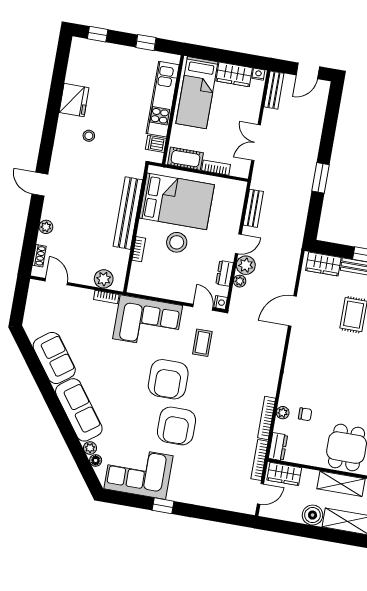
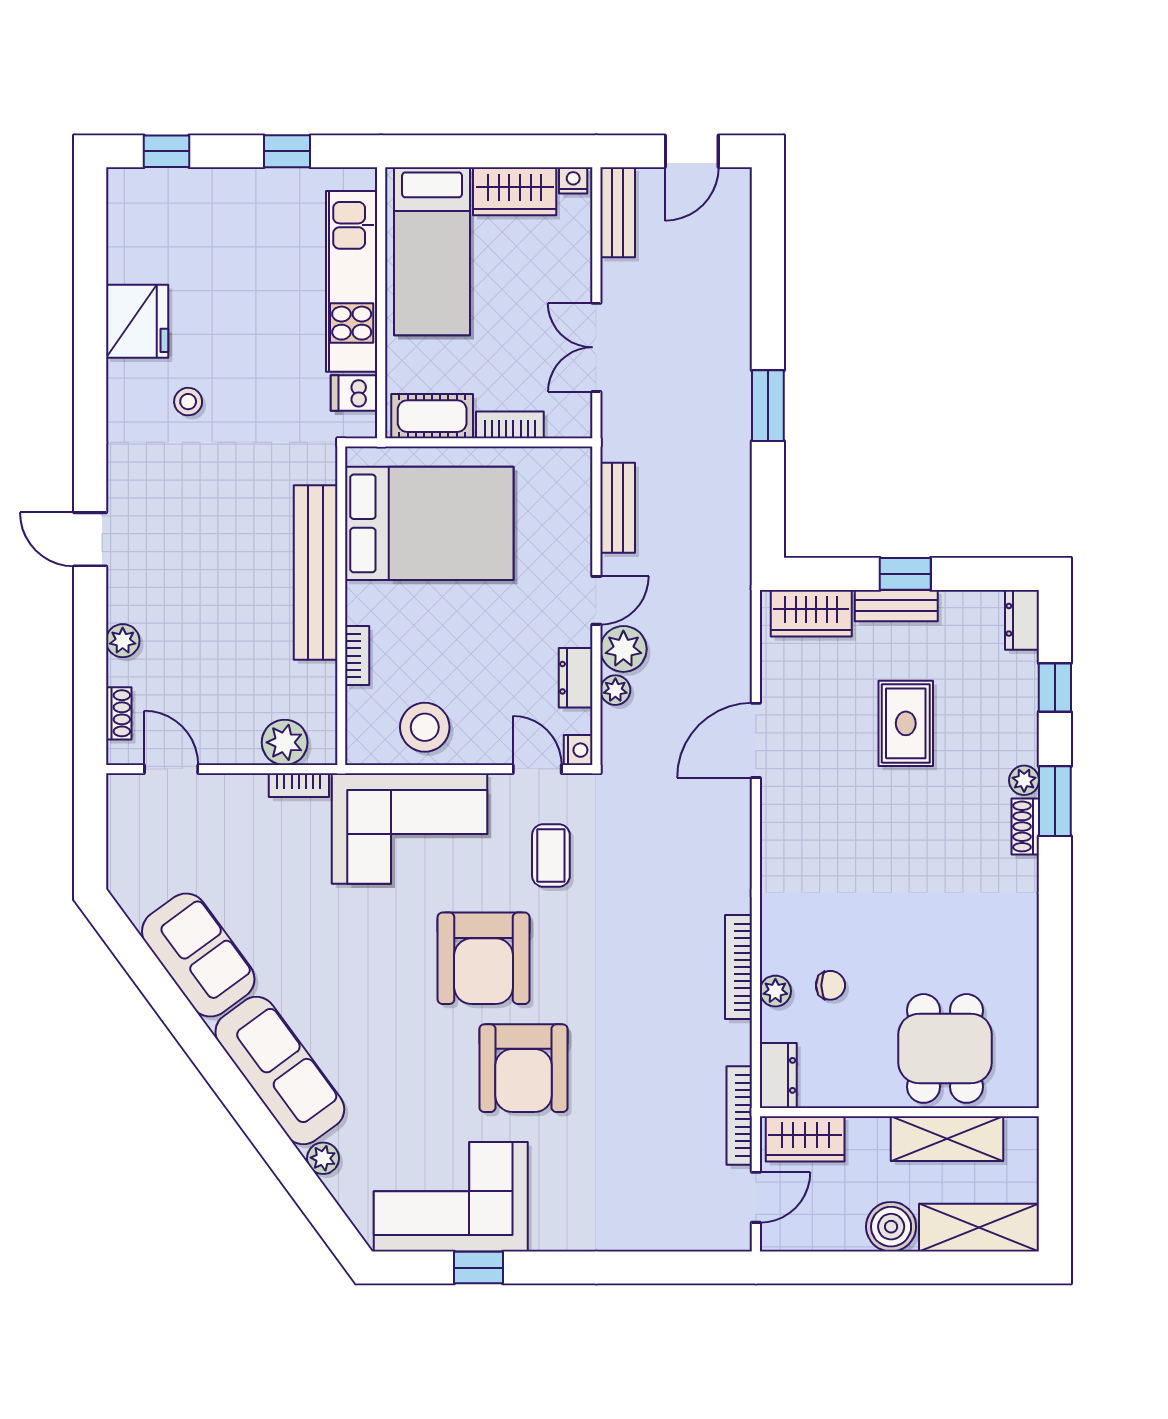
stool: (177, 242) -> (425, 727), moved
bookcase: (267, 418) -> (739, 967), moved
floor lamp: (96, 460) -> (342, 1186), removed
window: (163, 506) -> (479, 1268), moved

